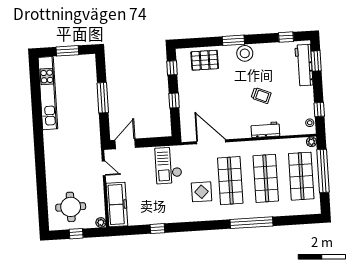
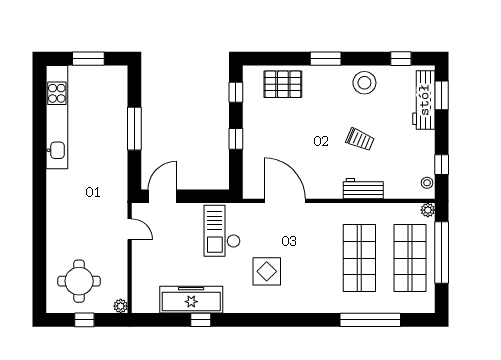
stool: (245, 53) -> (364, 83), moved
shop shelf: (230, 181) -> (309, 258), removed
freezer: (117, 204) -> (191, 300), moved, turned -90
window: (252, 223) -> (370, 320), moved

